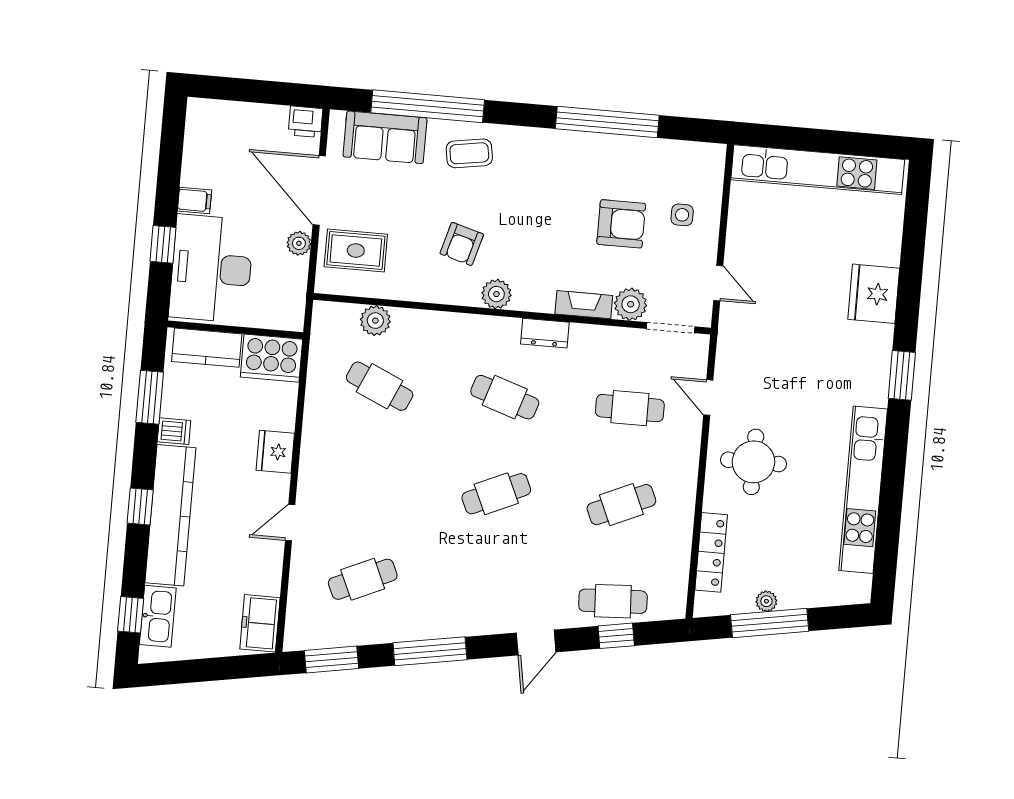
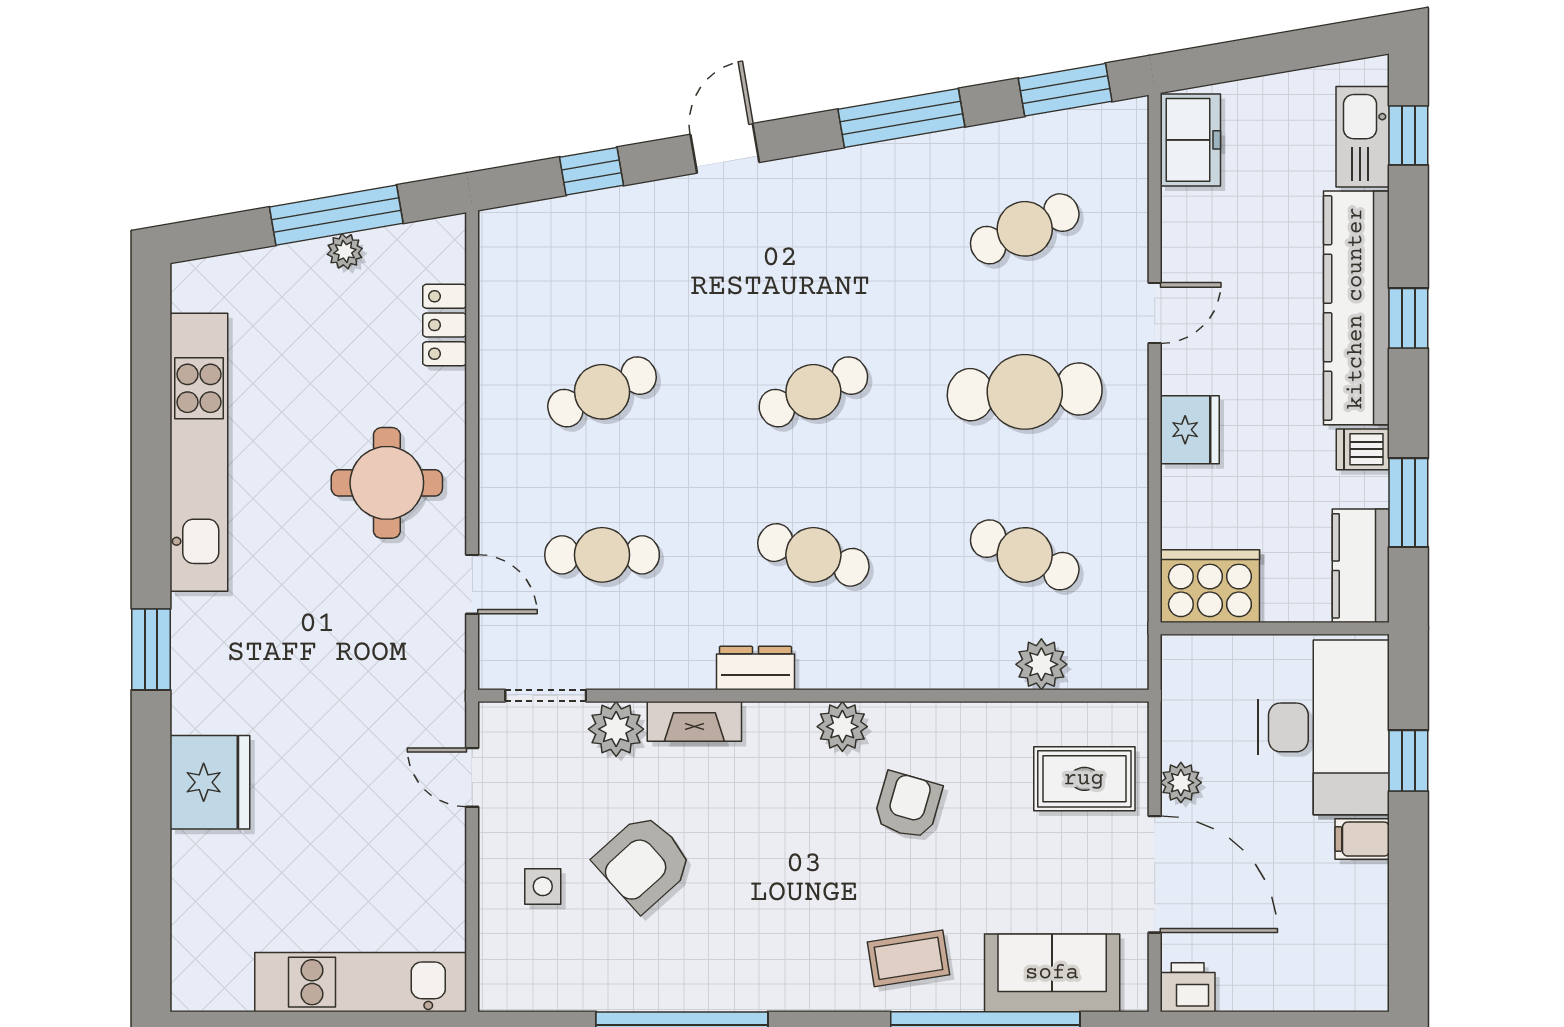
kitchen unit: (818, 170) -> (361, 982), width x0.73
armchair: (621, 224) -> (643, 862), turned -42
kitchen counter: (207, 348) -> (1361, 566), moved, turned -90
locker: (711, 552) -> (445, 325), width x0.66
cafe table: (613, 601) -> (1025, 392), moved, width x1.37, depth x1.35

